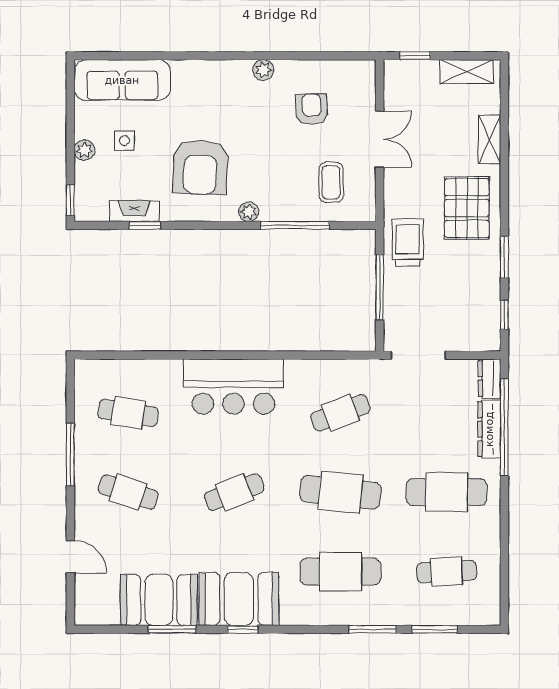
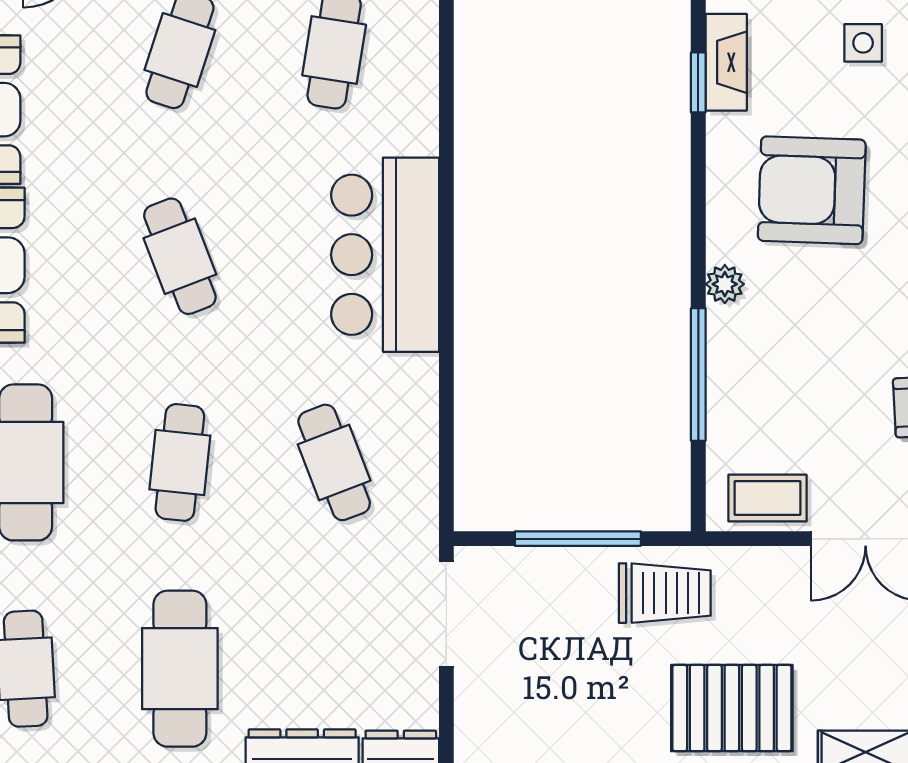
coffee table: (331, 182) -> (768, 498), moved
cafe table: (340, 492) -> (180, 462), width x0.73, depth x0.74

